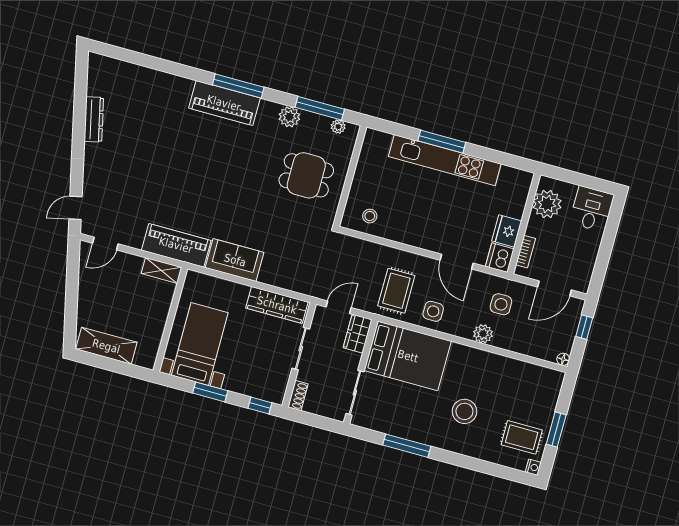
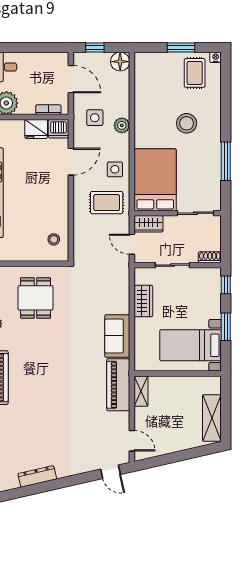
wardrobe: (277, 305) -> (143, 301), width x0.67
floor lamp: (563, 359) -> (120, 62), width x1.89, depth x1.89

